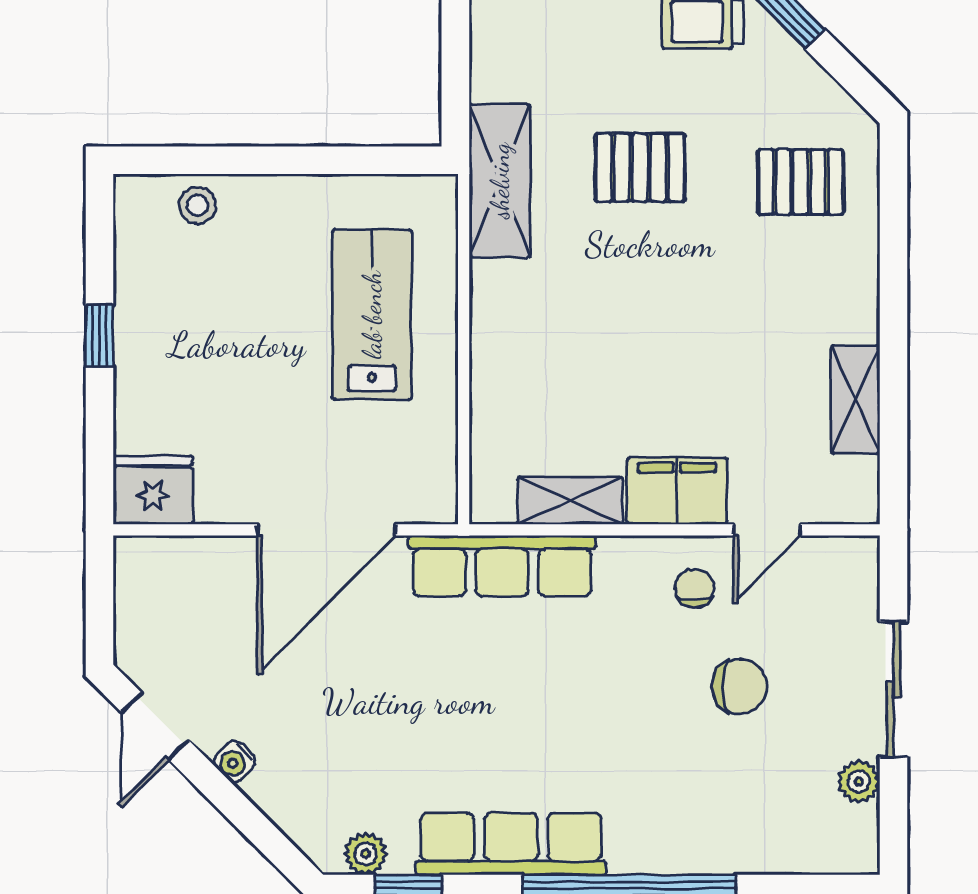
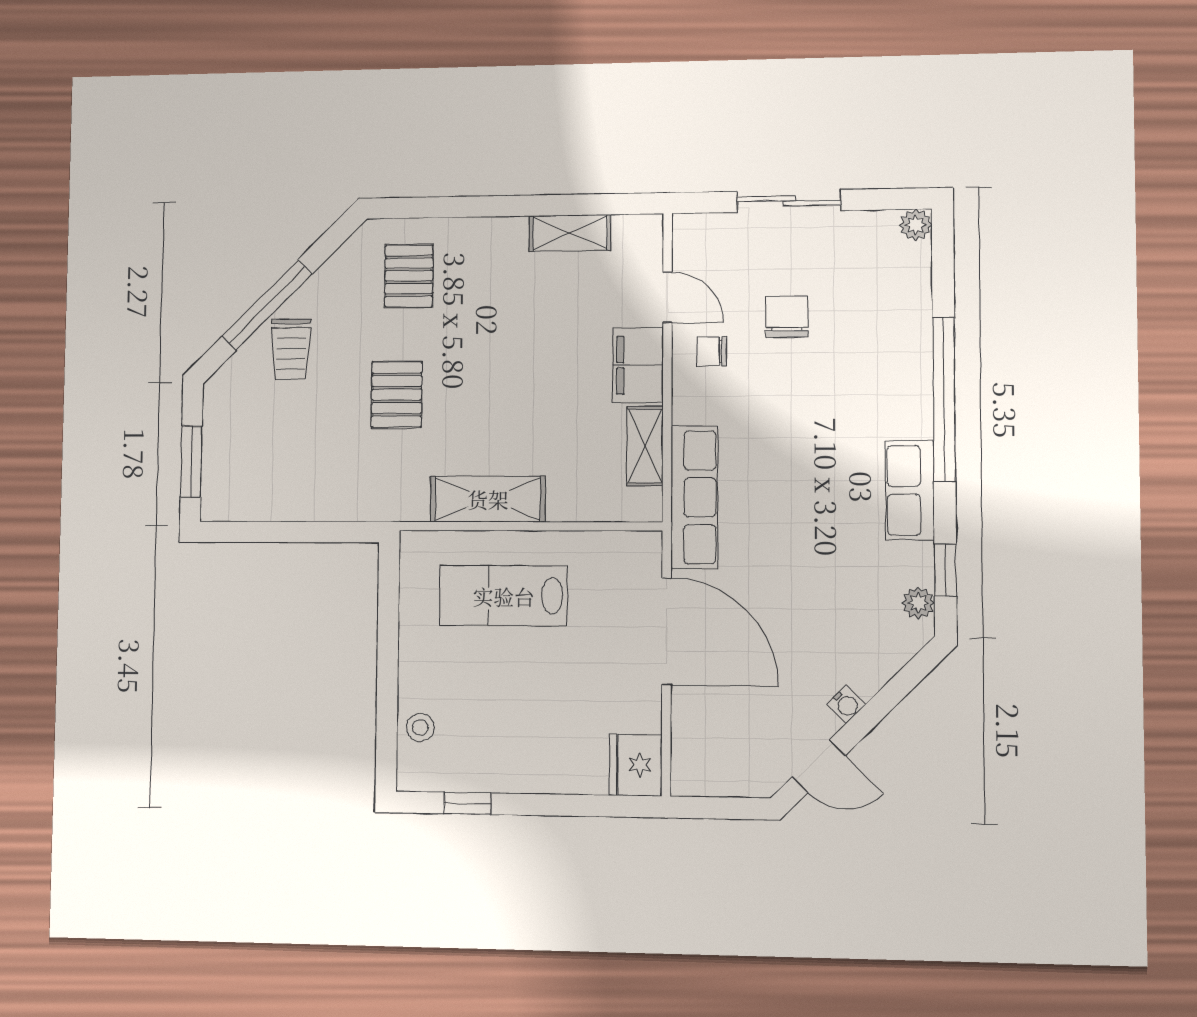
shelving: (500, 181) -> (488, 499), moved
window: (99, 335) -> (468, 803), moved
plant: (859, 782) -> (916, 225), moved
row of seats: (511, 844) -> (910, 490), width x0.68

